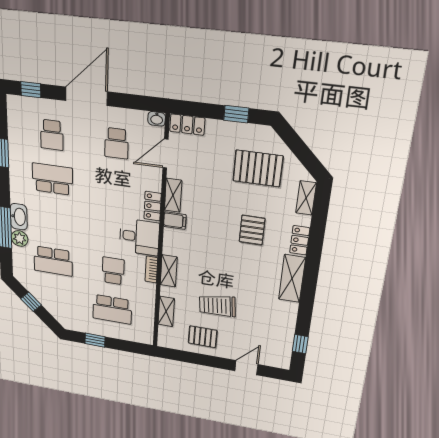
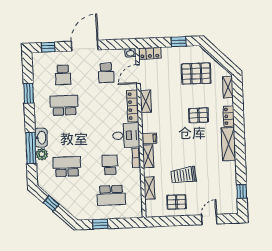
locker: (153, 206) -> (133, 106), width x1.53
filing cabinet: (175, 221) -> (149, 138), moved
pallet: (252, 230) -> (198, 115), turned 90
school desk: (53, 261) -> (67, 167), turned 180

